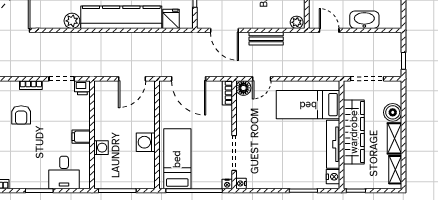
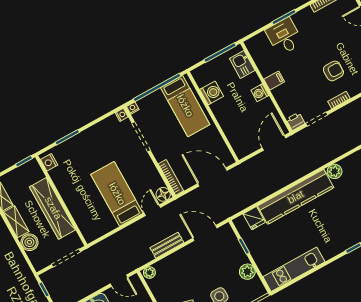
door: (132, 79) -> (274, 143), moved
bookcase: (227, 93) -> (171, 177), width x1.56
bed: (308, 105) -> (117, 194), moved, turned -90
armchair: (21, 115) -> (333, 71), turned 90
washing machine: (146, 142) -> (212, 93), moved
tv unit: (333, 144) -> (64, 189), removed
washing machine: (101, 148) -> (260, 93), moved
kitchen sink: (103, 168) -> (242, 64), added
desk: (64, 172) -> (284, 37), moved

